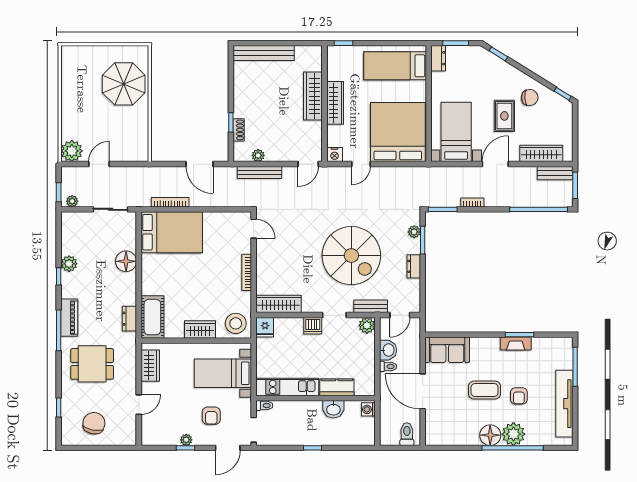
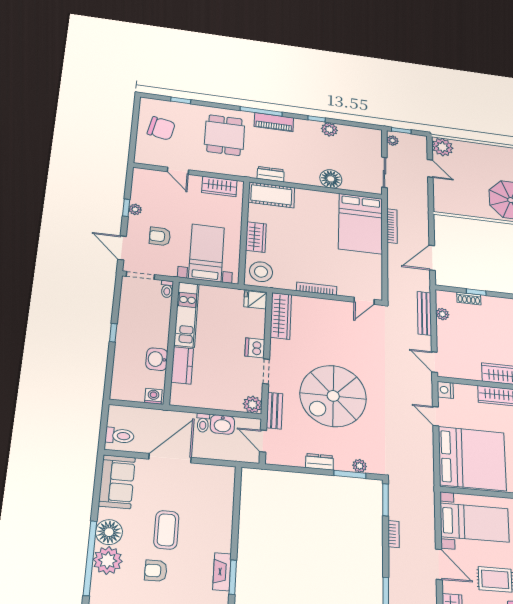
sofa: (447, 350) -> (117, 482), moved, turned 180

